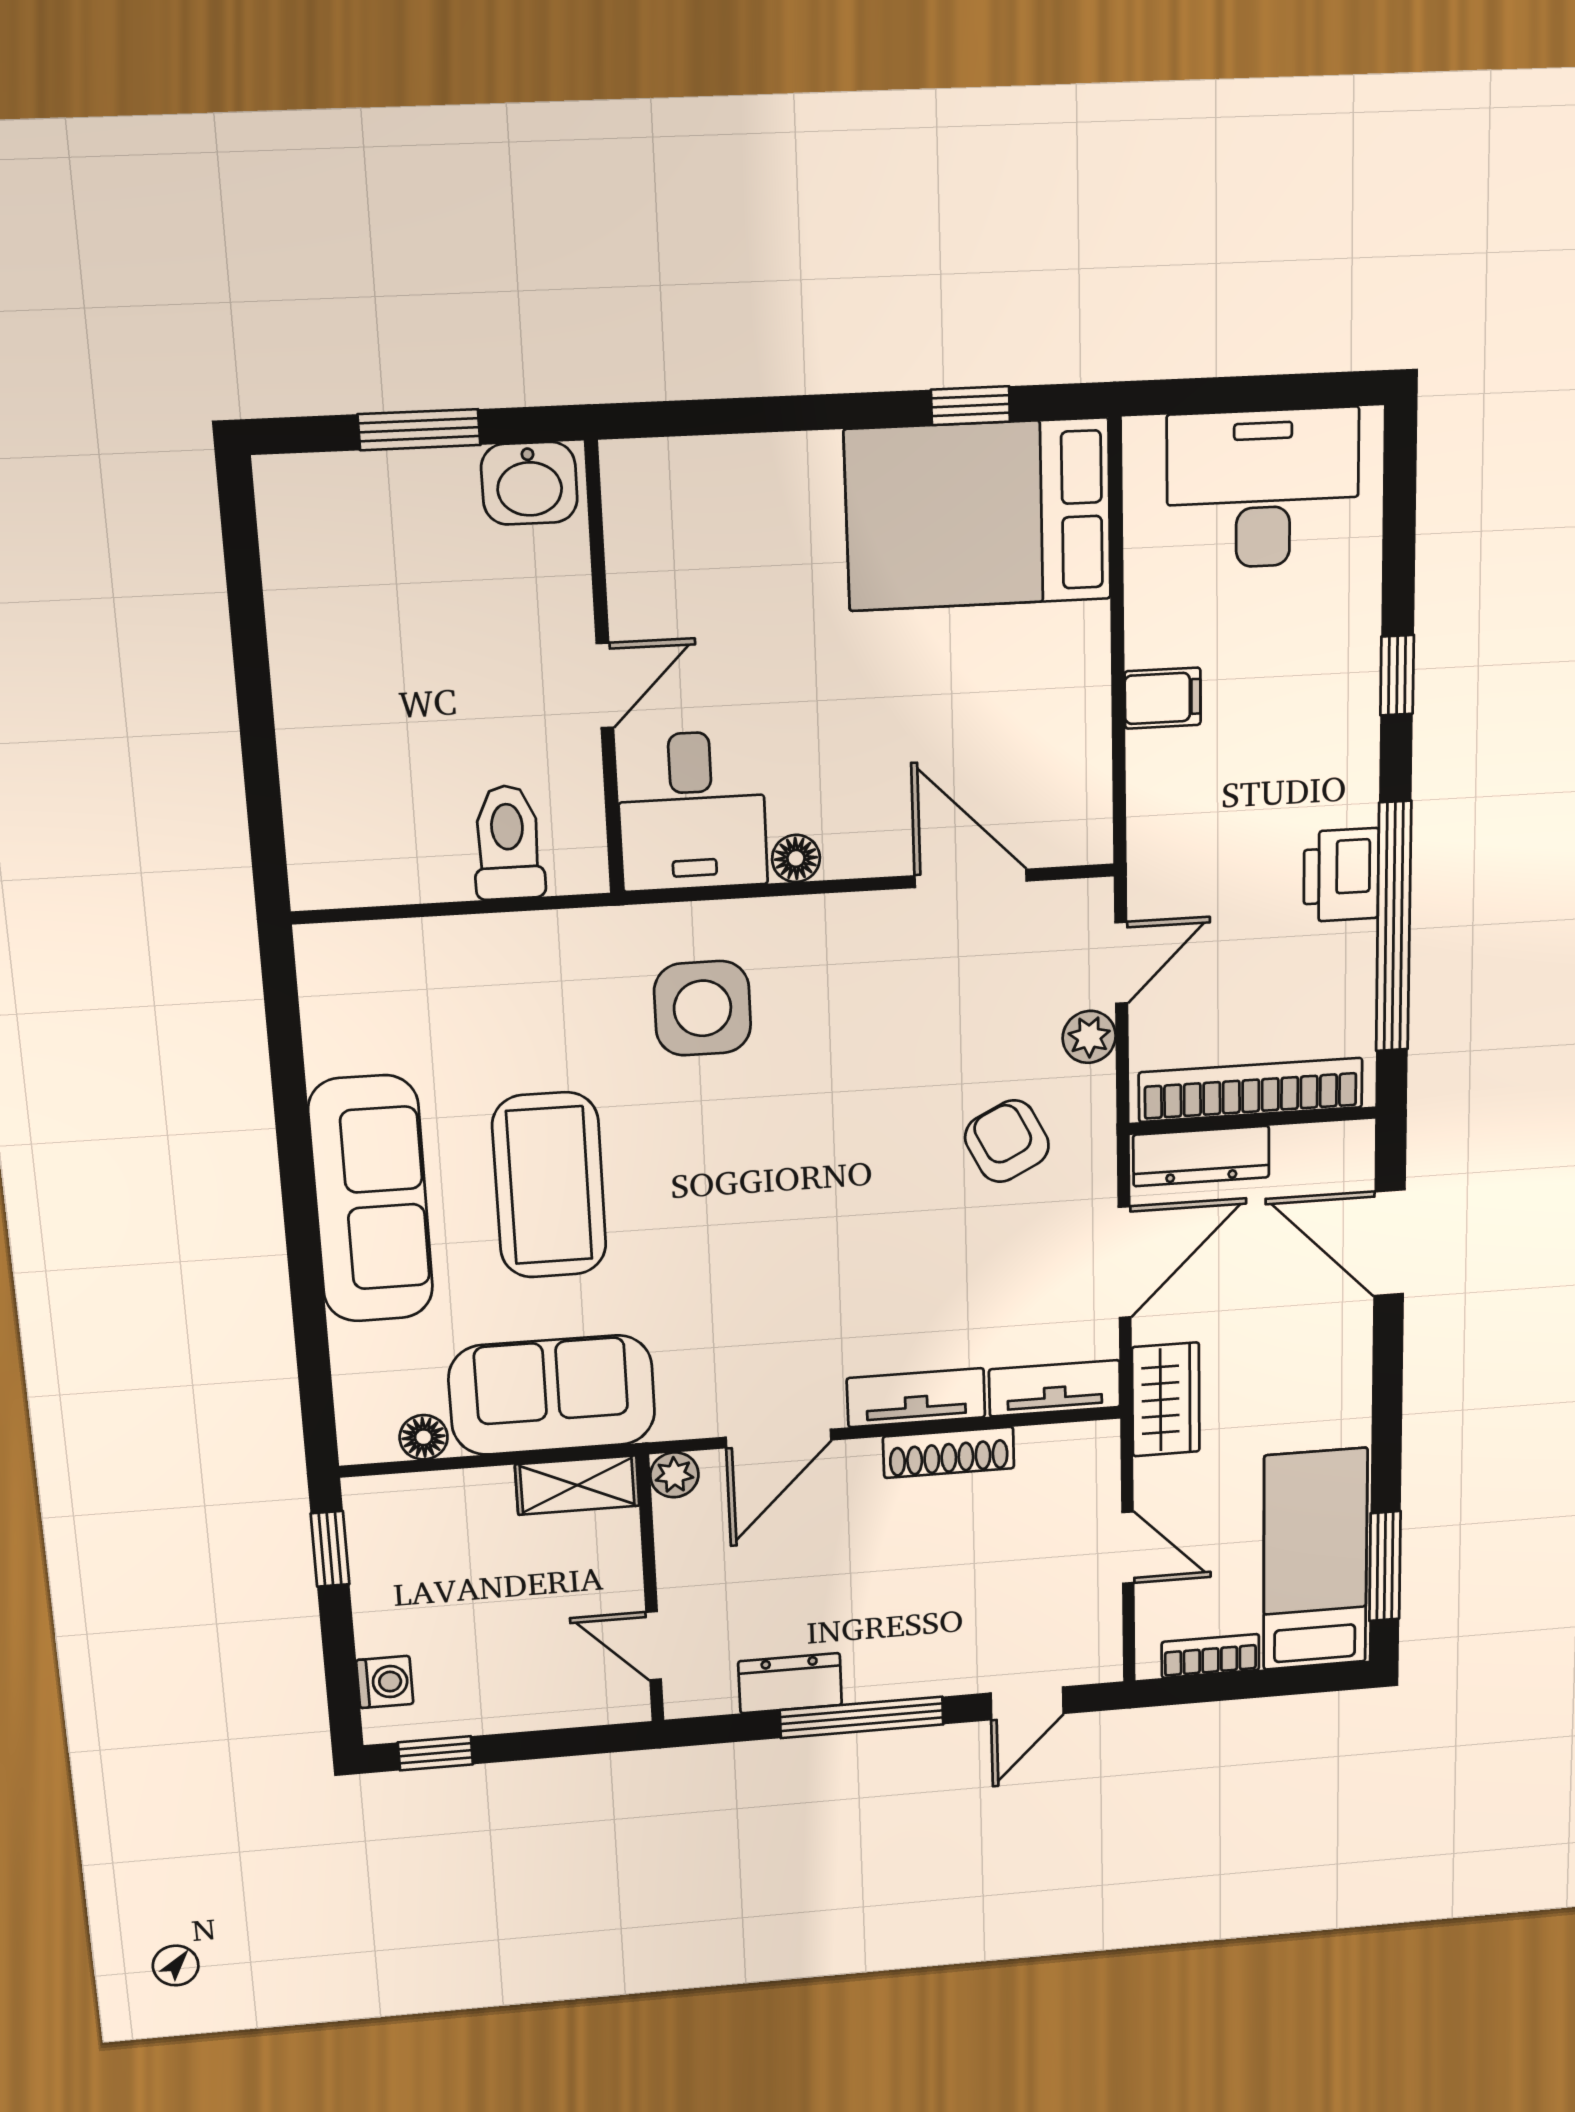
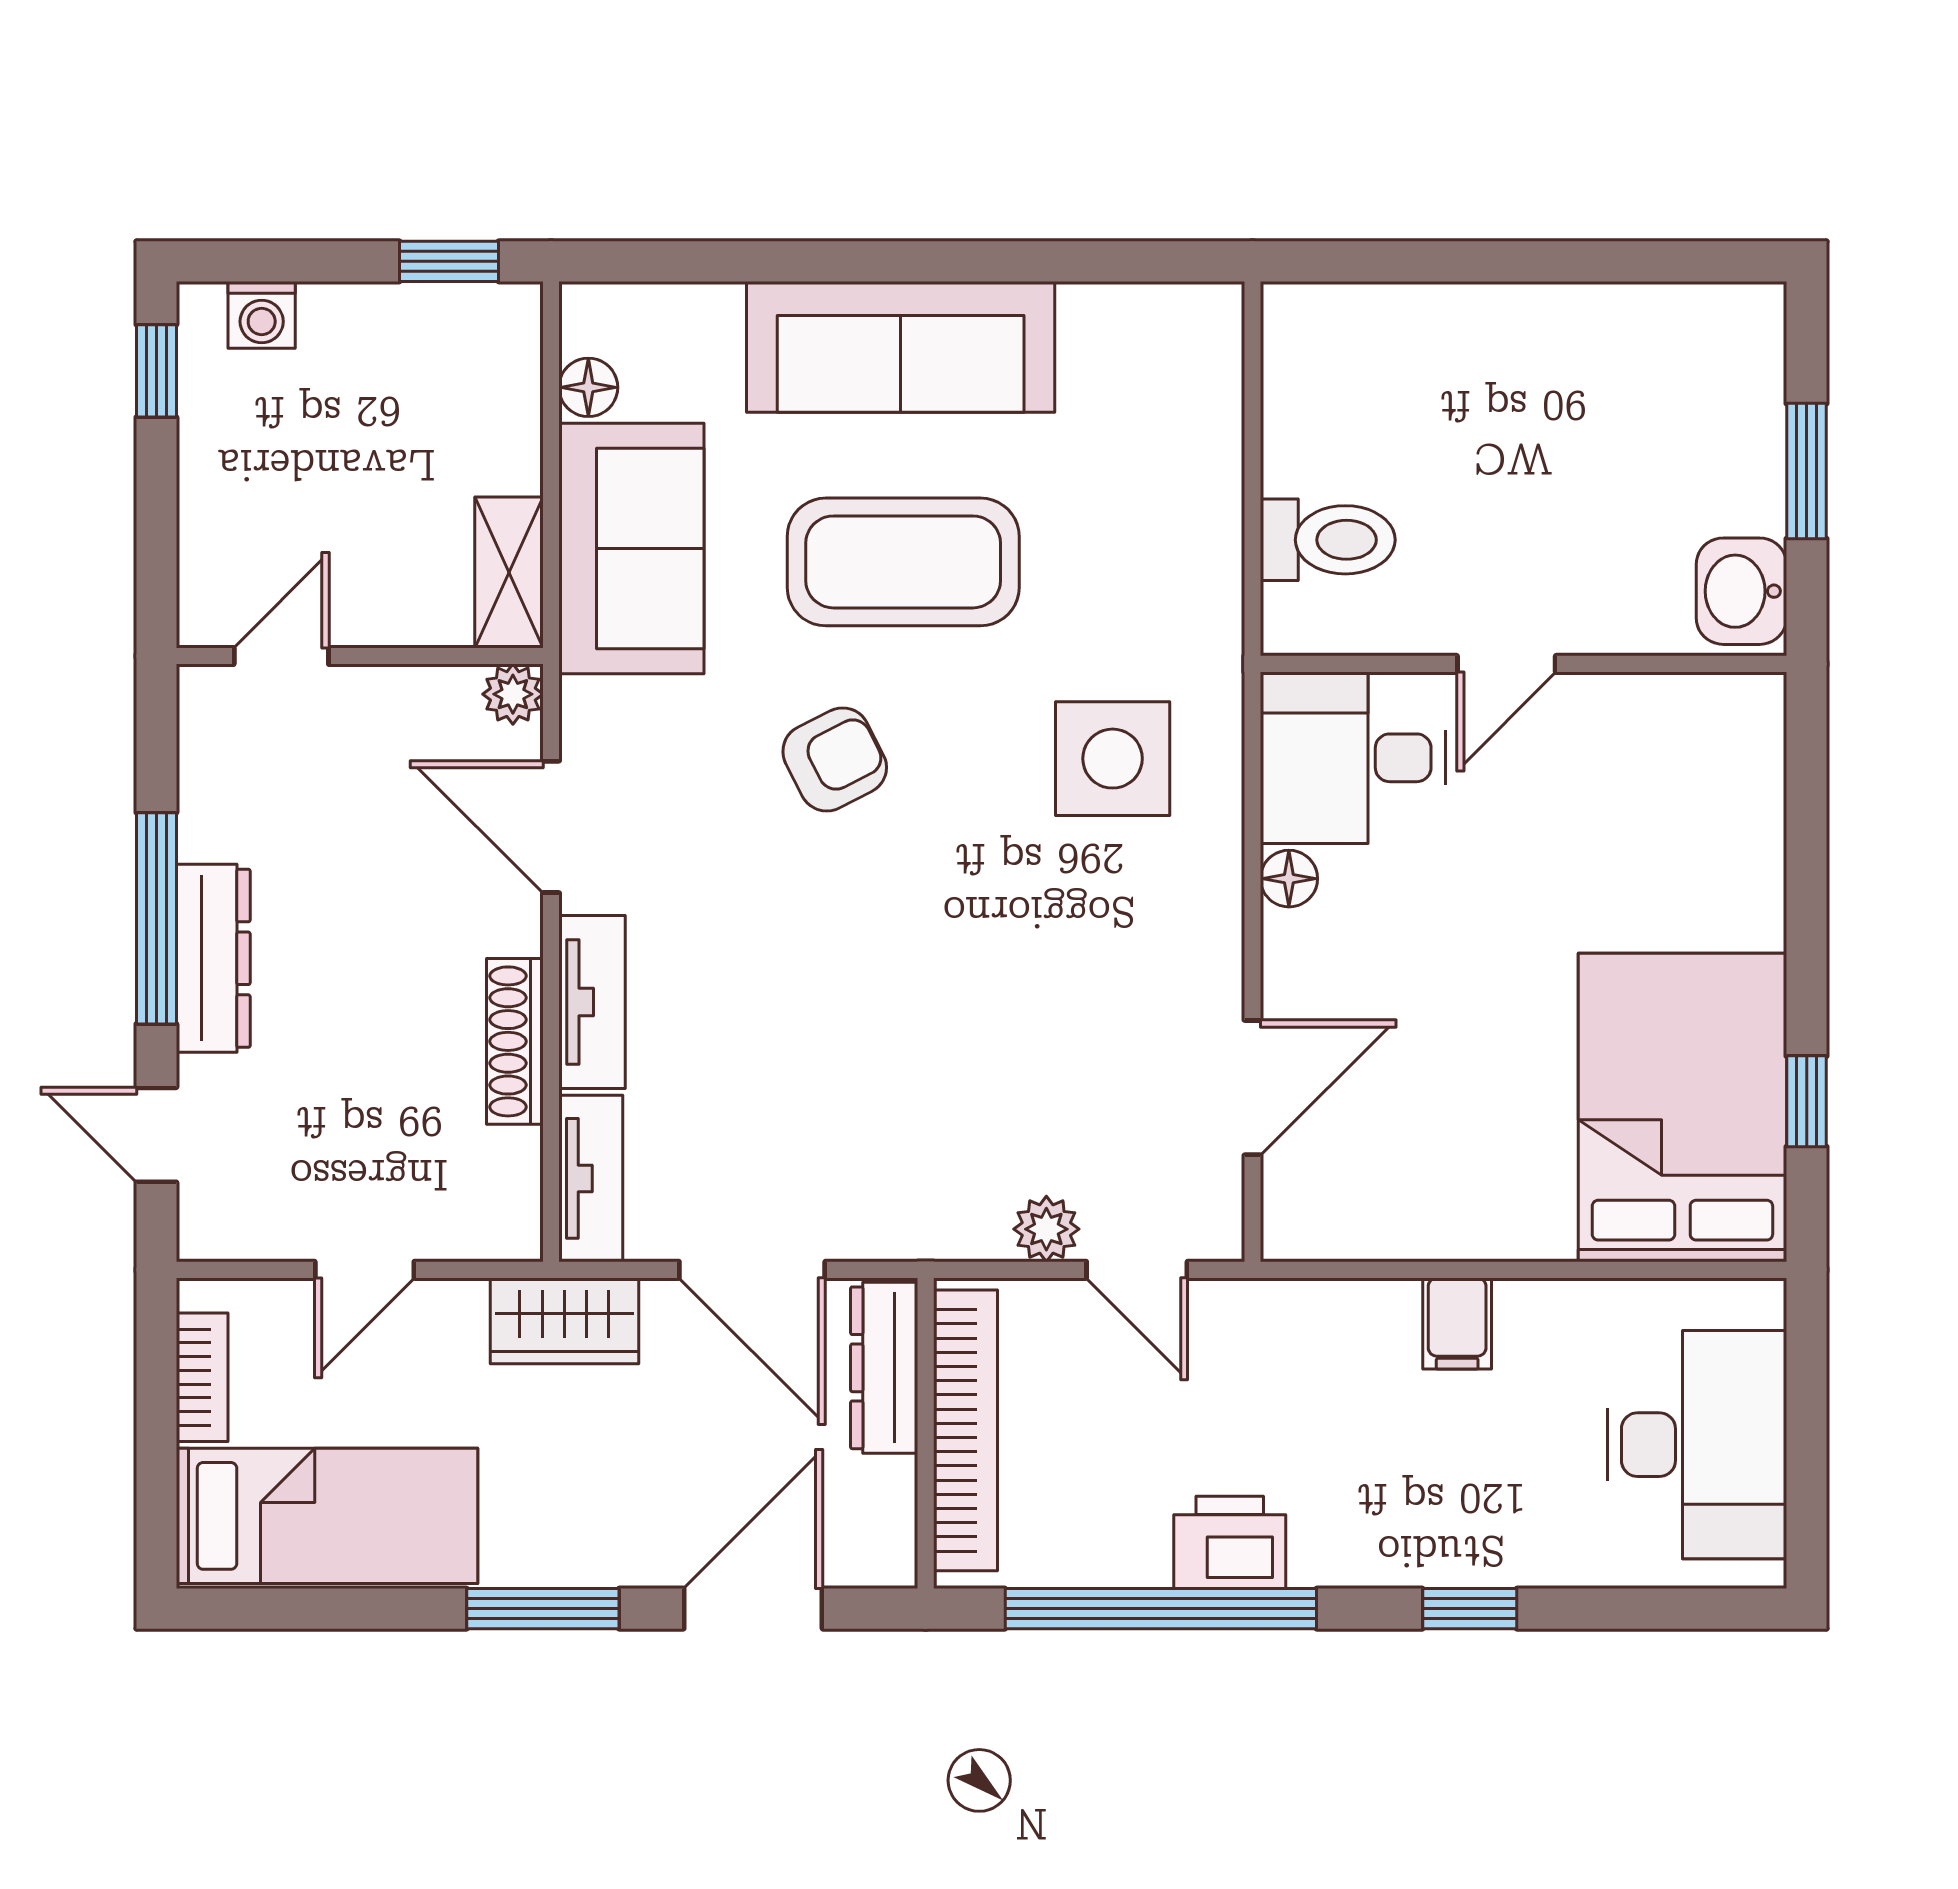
door: (605, 686) -> (1506, 664), hinge flipped
armchair: (1007, 1141) -> (835, 759), moved
window: (1385, 1566) -> (543, 1609), moved
dresser: (790, 1683) -> (213, 958), moved, width x1.44

